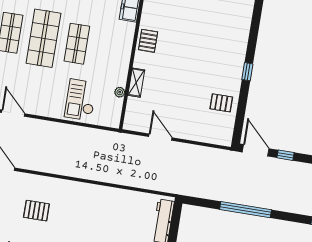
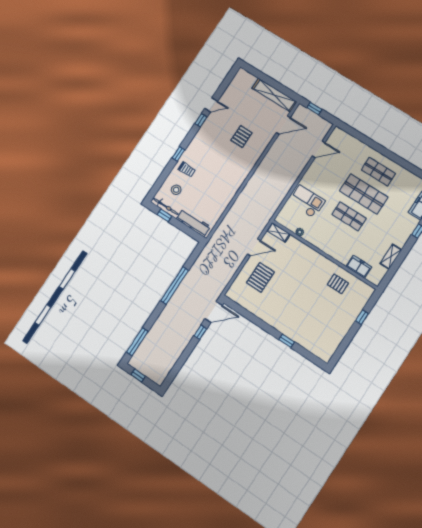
pallet: (148, 41) -> (338, 284), moved
window: (247, 72) -> (287, 341), moved
shelving: (136, 83) -> (278, 232), moved
pallet: (221, 103) -> (260, 277), moved, width x1.50, depth x1.42

